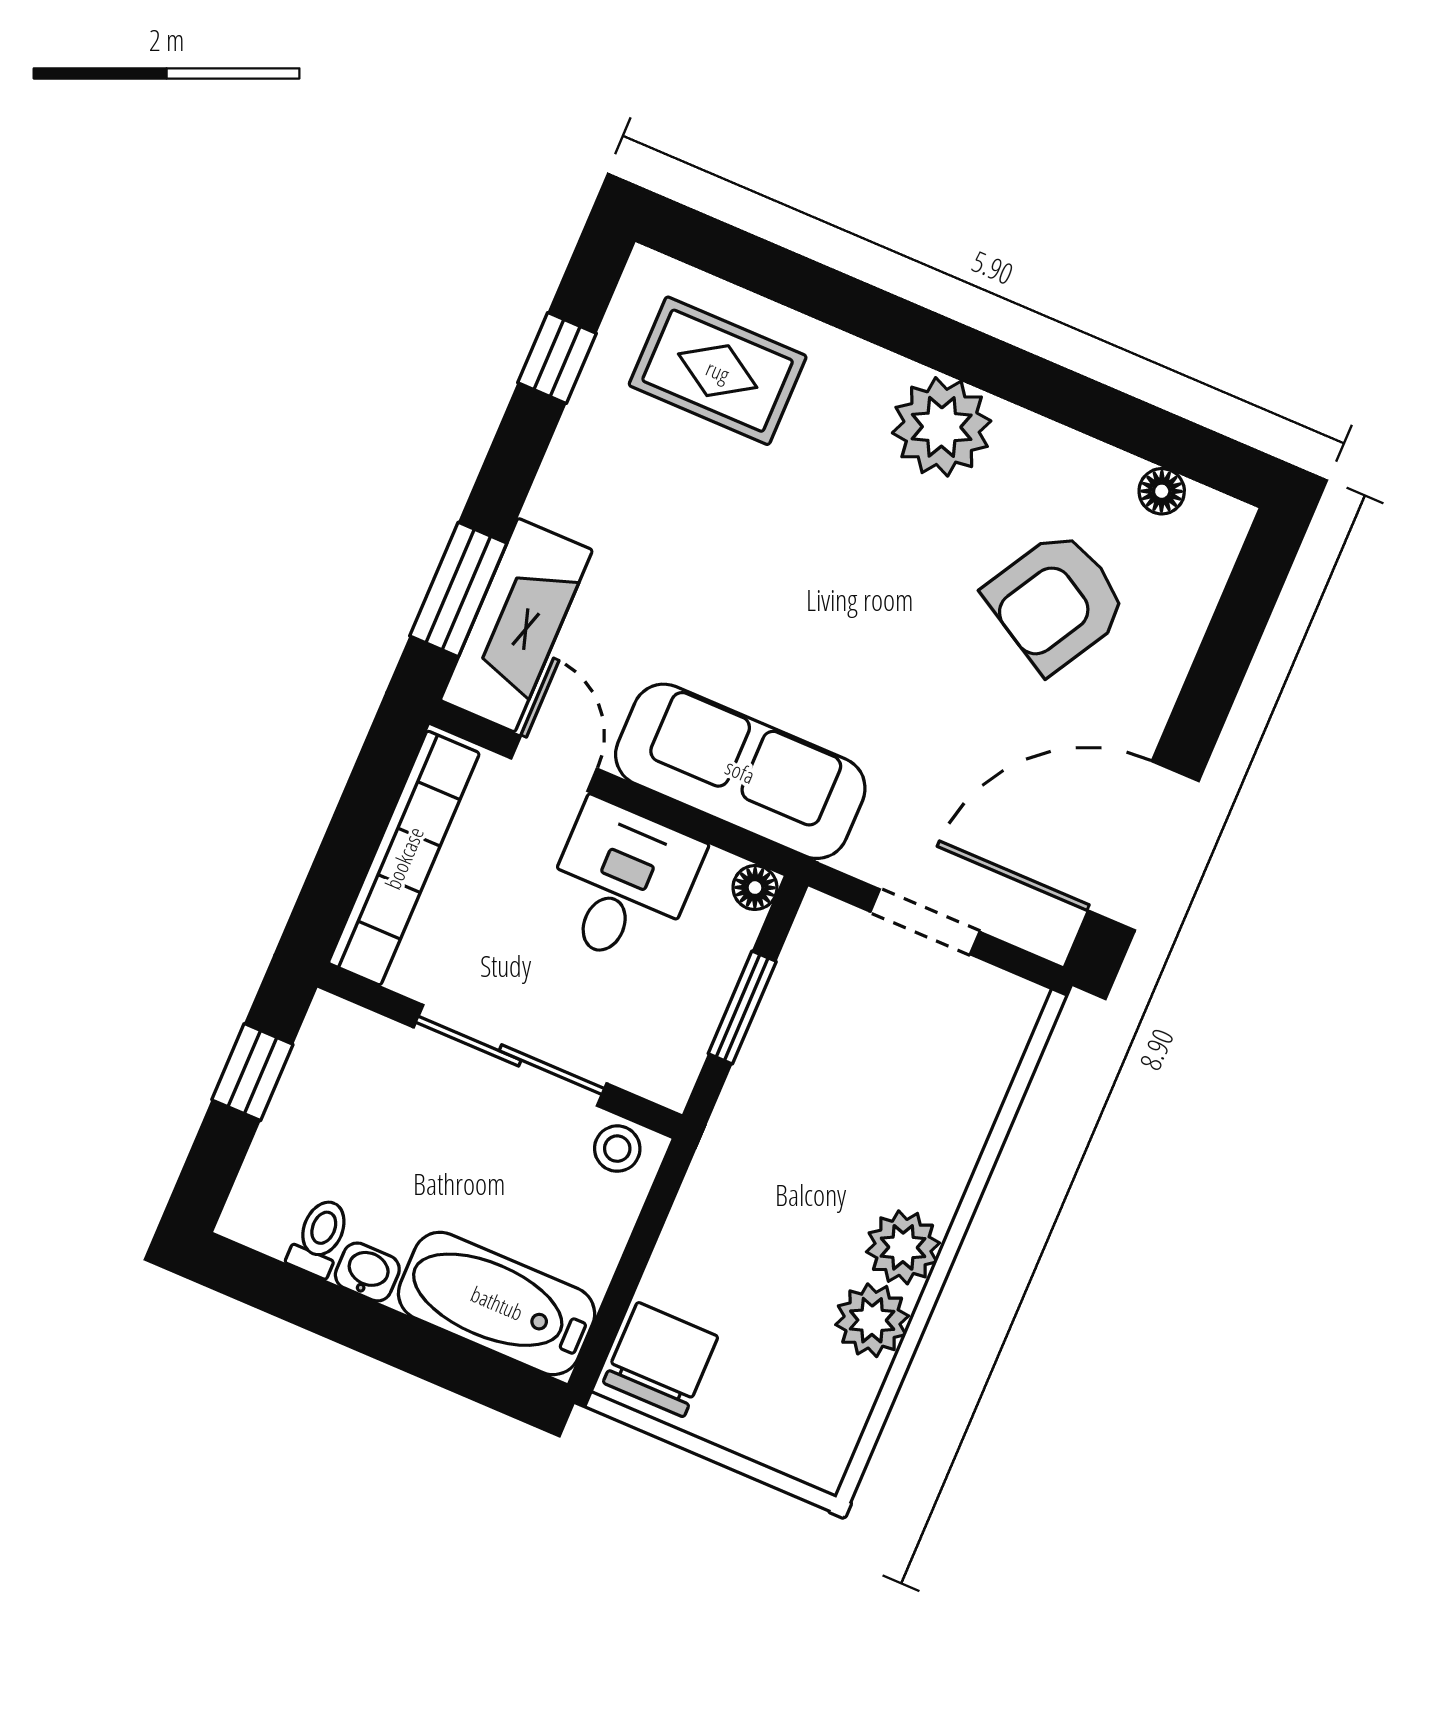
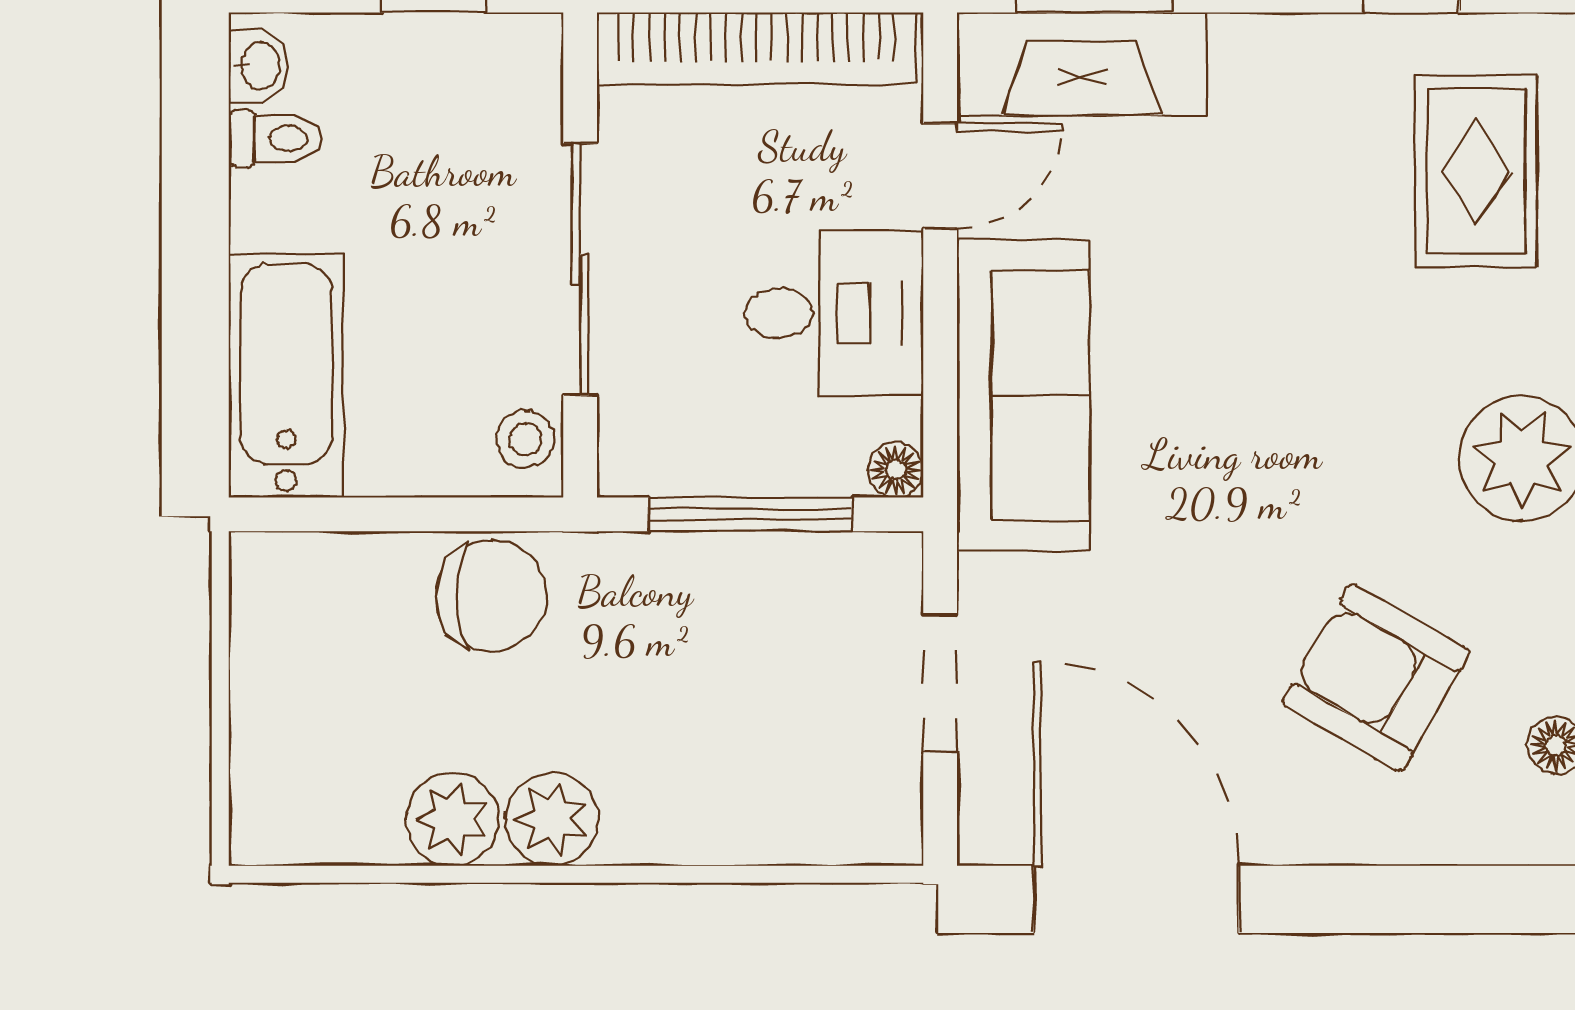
window: (742, 1008) -> (750, 514), width x1.44
washbasin: (367, 1272) -> (259, 66), moved
chair: (661, 1360) -> (491, 596), moved

